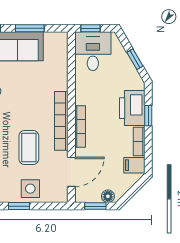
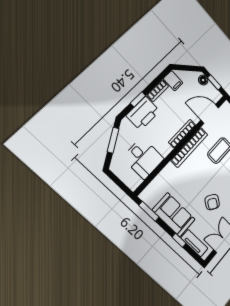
window: (30, 28) -> (149, 211), moved
window: (91, 28) -> (122, 185), removed
desk: (93, 51) -> (143, 158), moved, turned -90
window: (135, 59) -> (113, 140), width x1.50

